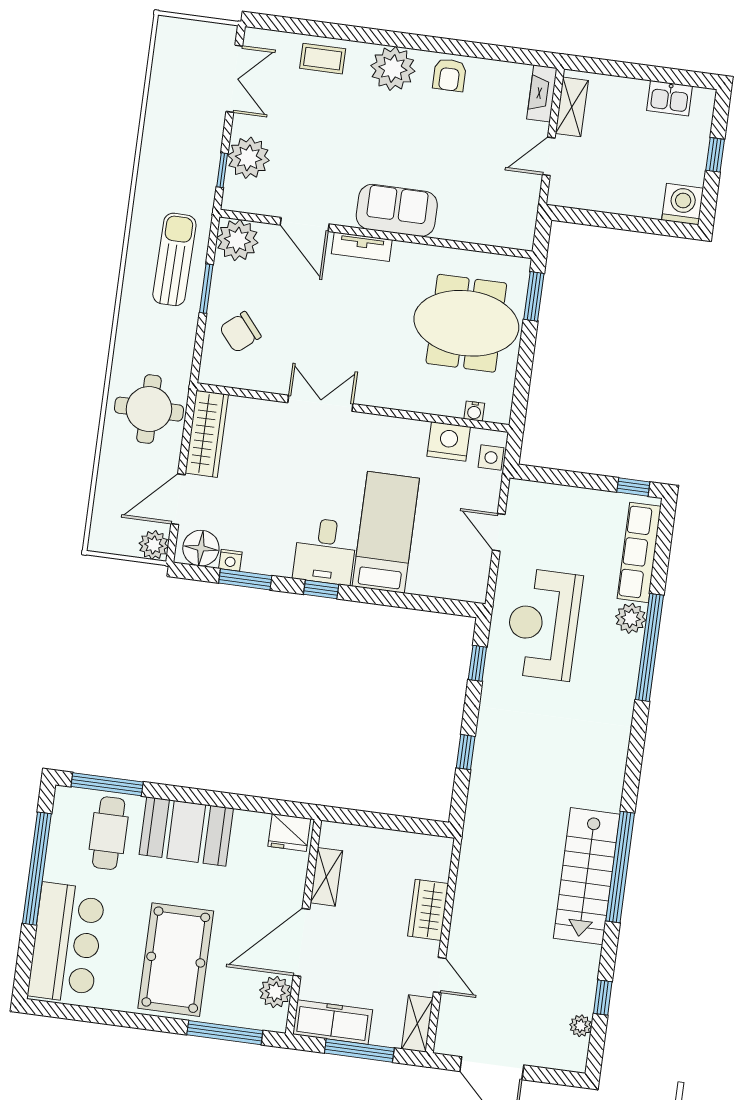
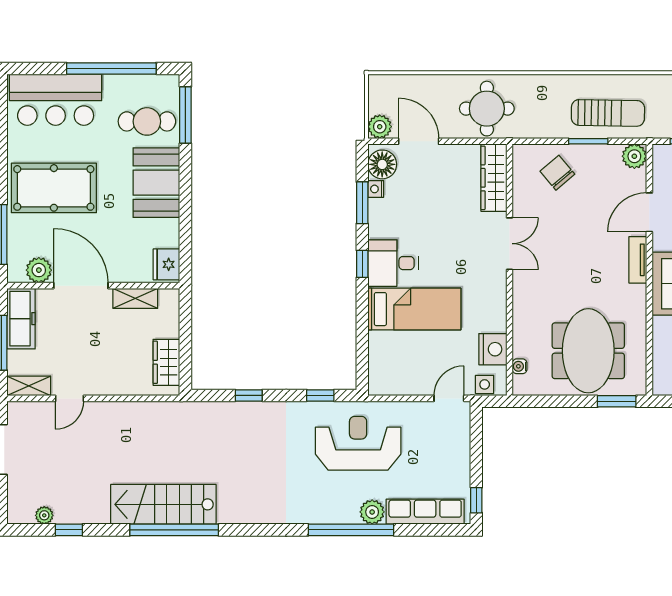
plant: (237, 240) -> (634, 156), width x0.73, depth x0.73
wardrobe: (207, 434) -> (494, 178), moved, turned 90
door: (499, 532) -> (449, 398), moved
wardrobe: (428, 910) -> (166, 362), moved, turned -90

